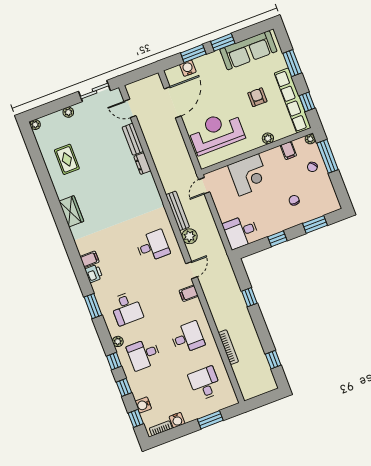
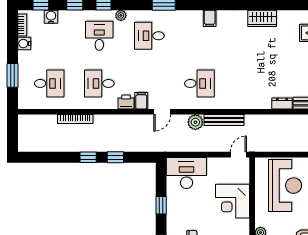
door: (204, 186) -> (238, 155), hinge flipped
desk: (241, 232) -> (186, 173), width x1.37
desk: (153, 246) -> (199, 83), turned -90
door: (192, 270) -> (162, 112), hinge flipped
printer: (94, 273) -> (126, 102), moved, turned 180
desk: (187, 338) -> (99, 83), turned 90
window: (273, 360) -> (88, 157), moved

